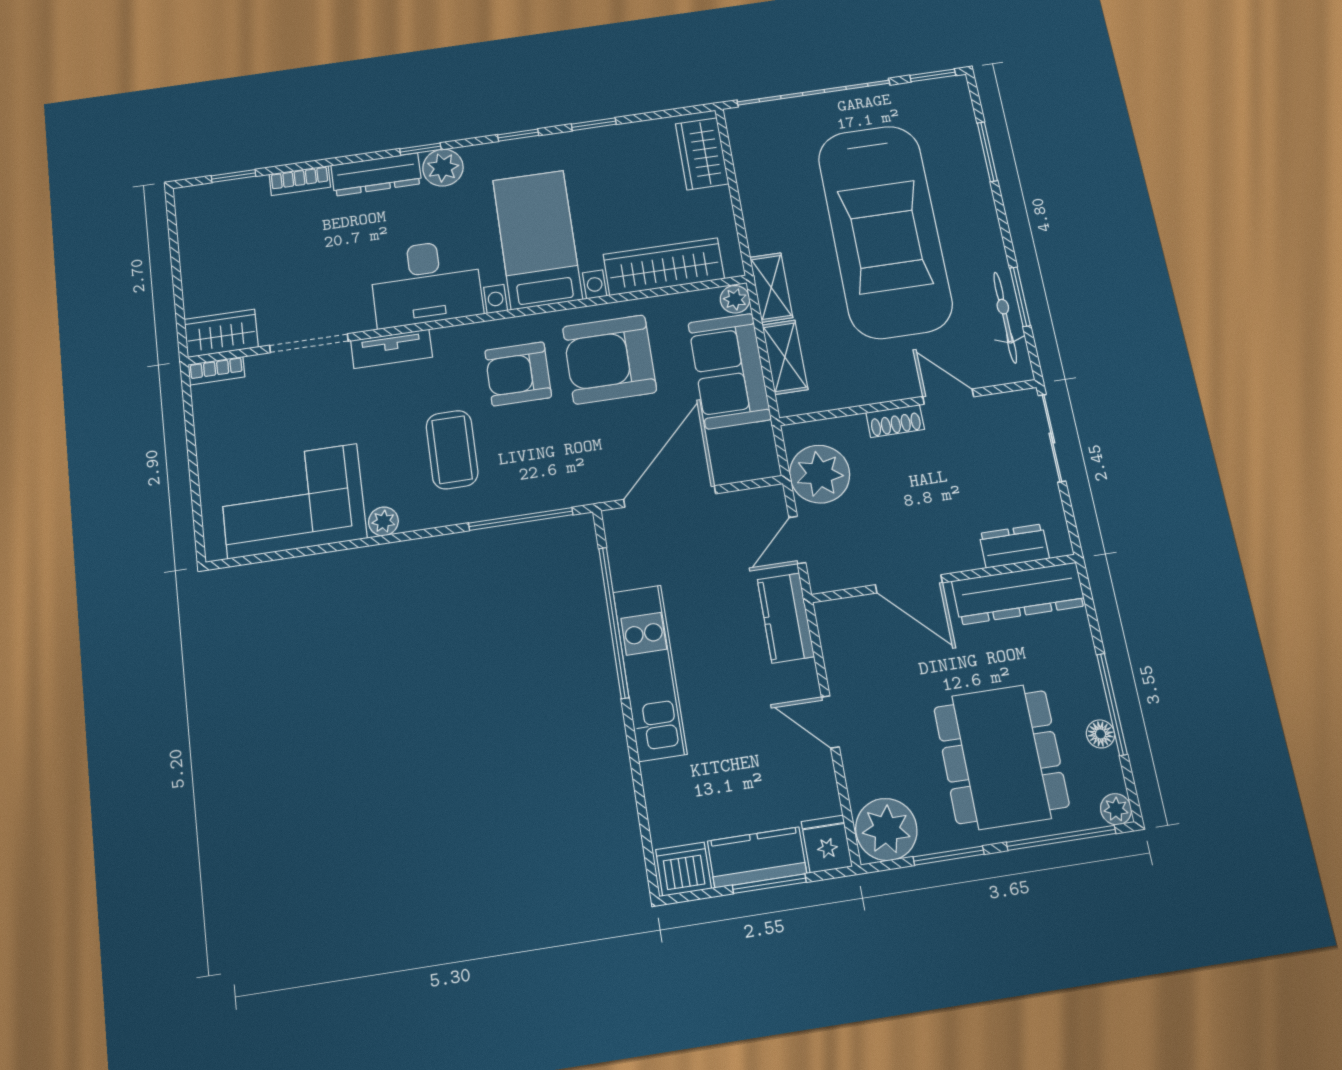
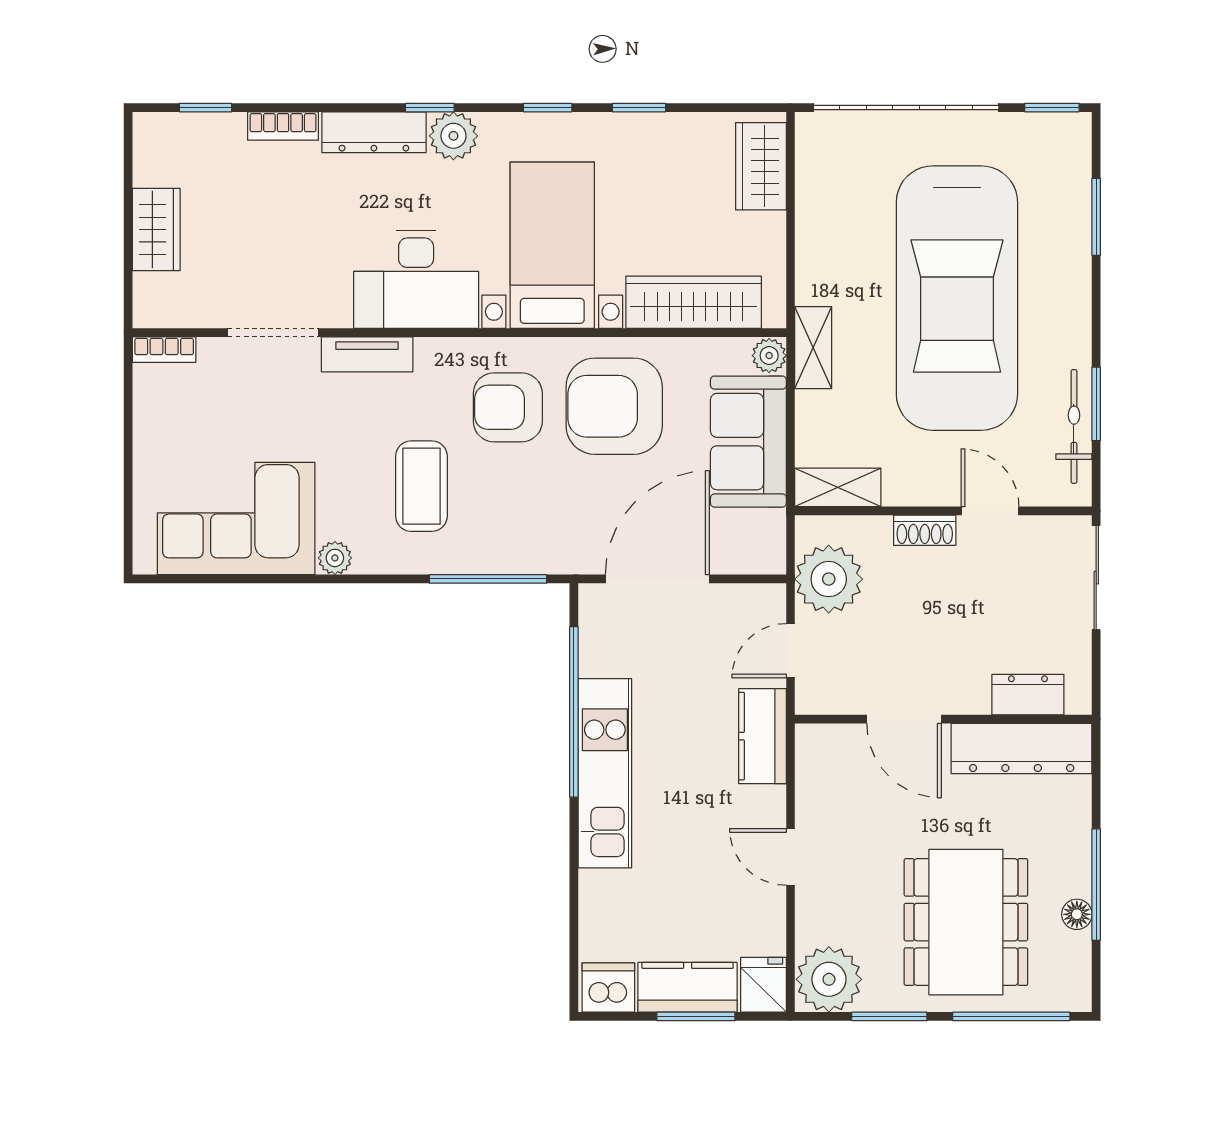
wardrobe: (221, 333) -> (156, 229), moved, turned 90
shelving: (785, 357) -> (838, 487), moved, turned 90
plant: (1116, 809) -> (1076, 996), removed

